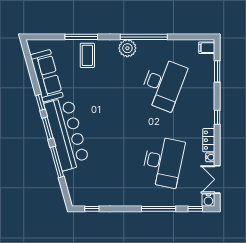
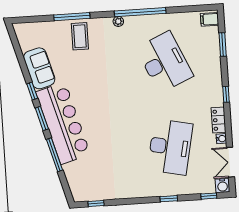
plant: (127, 48) -> (118, 21), width x0.53, depth x0.53
sofa: (47, 76) -> (39, 68), width x0.73
desk: (163, 84) -> (165, 62), turned -45
window: (159, 209) -> (169, 199), width x0.46

